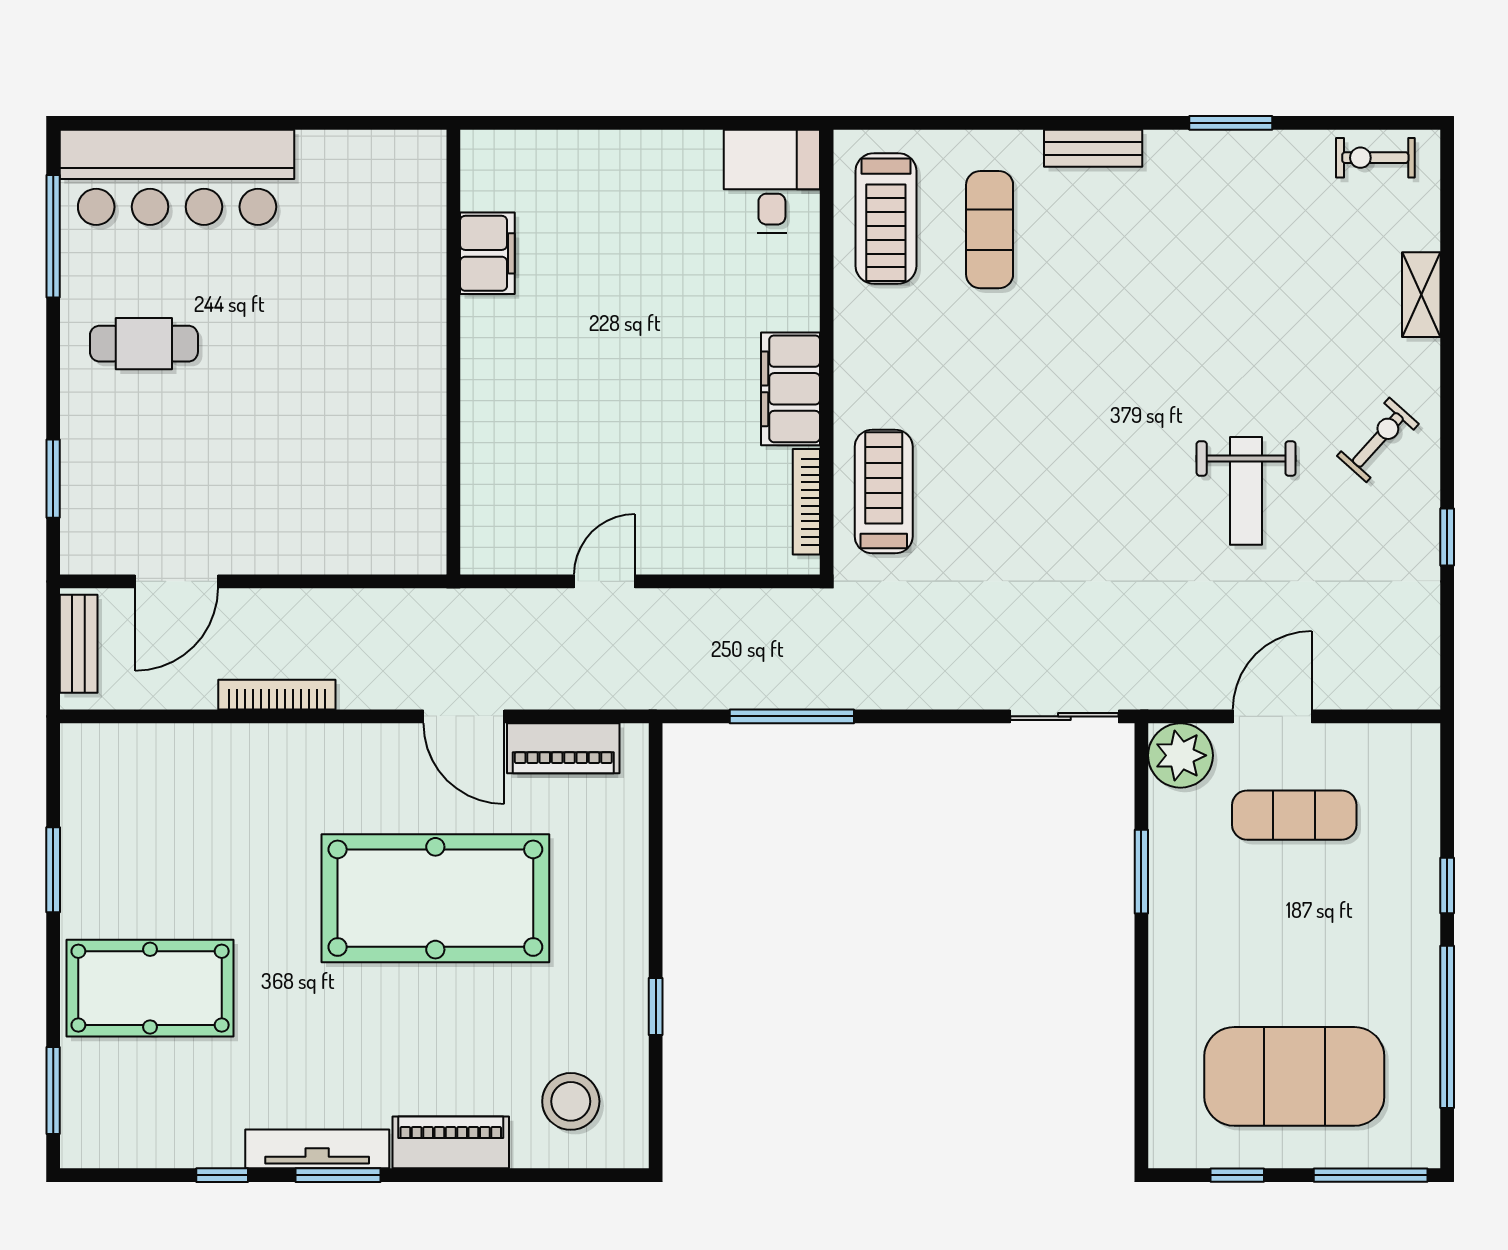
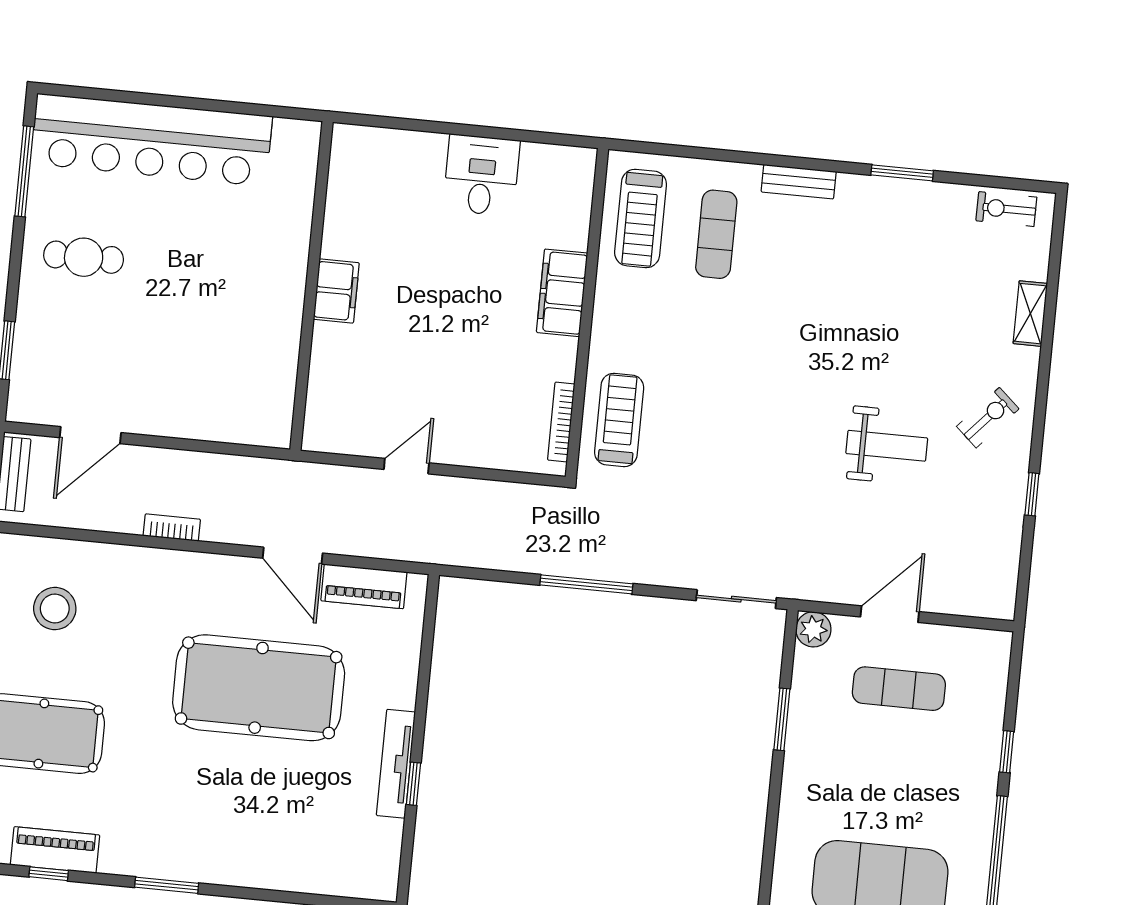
bar counter: (177, 177) -> (151, 140), width x1.36
desk: (772, 181) -> (481, 175), moved
filing cabinet: (487, 253) -> (336, 291), moved
filing cabinet: (791, 389) -> (562, 293), moved
weight bench: (1246, 491) -> (887, 446), turned -90
bookcase: (277, 695) -> (172, 528), width x0.64
window: (792, 716) -> (586, 584), moved
plant: (1180, 755) -> (813, 629), width x0.73, depth x0.73
stool: (571, 1101) -> (55, 609), moved
piano: (451, 1142) -> (55, 850), moved
tv unit: (317, 1149) -> (396, 764), moved, turned -90
window: (222, 1175) -> (49, 874), moved

